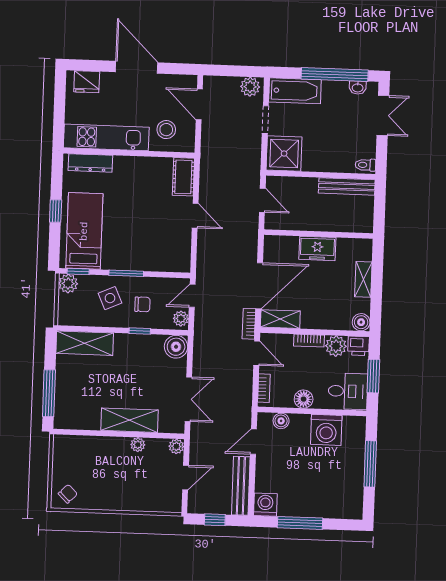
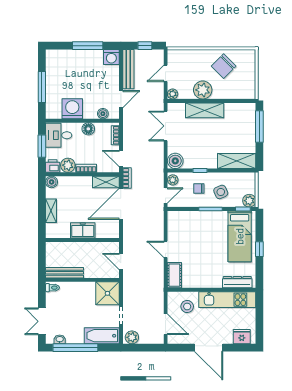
plant: (138, 445) -> (203, 90), width x1.88, depth x1.88
chair: (68, 494) -> (224, 66), moved, width x1.87, depth x1.87

